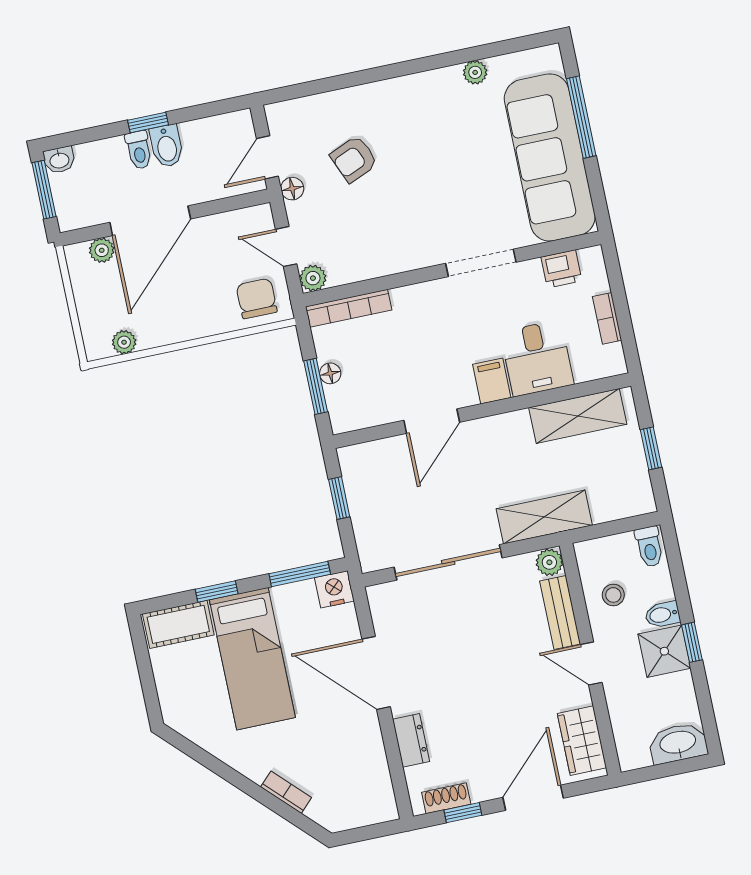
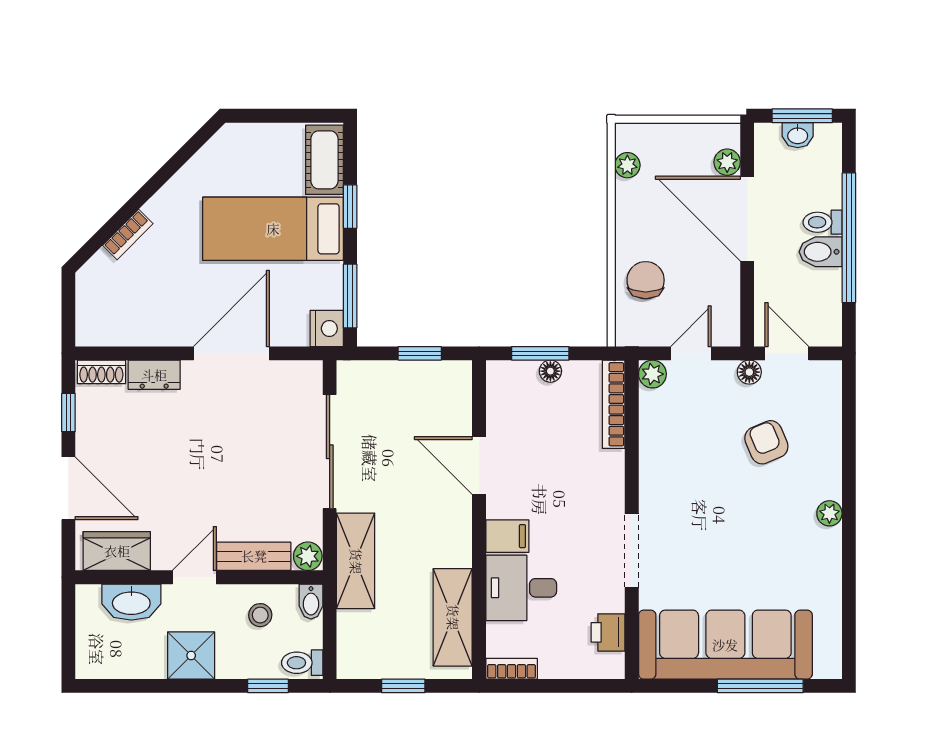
plant: (475, 72) -> (829, 513), moved
window: (148, 122) -> (849, 238), width x3.17
washbasin: (59, 160) -> (798, 135), moved, turned -90
chair: (257, 298) -> (646, 280), moved, turned -90
bookcase: (607, 318) -> (512, 669), moved
bidet: (662, 615) -> (311, 602), moved, turned 180
window: (692, 642) -> (268, 686), moved
washbasin: (678, 743) -> (131, 602), moved, turned 90
shoe rack: (446, 798) -> (101, 372), moved, turned 90

